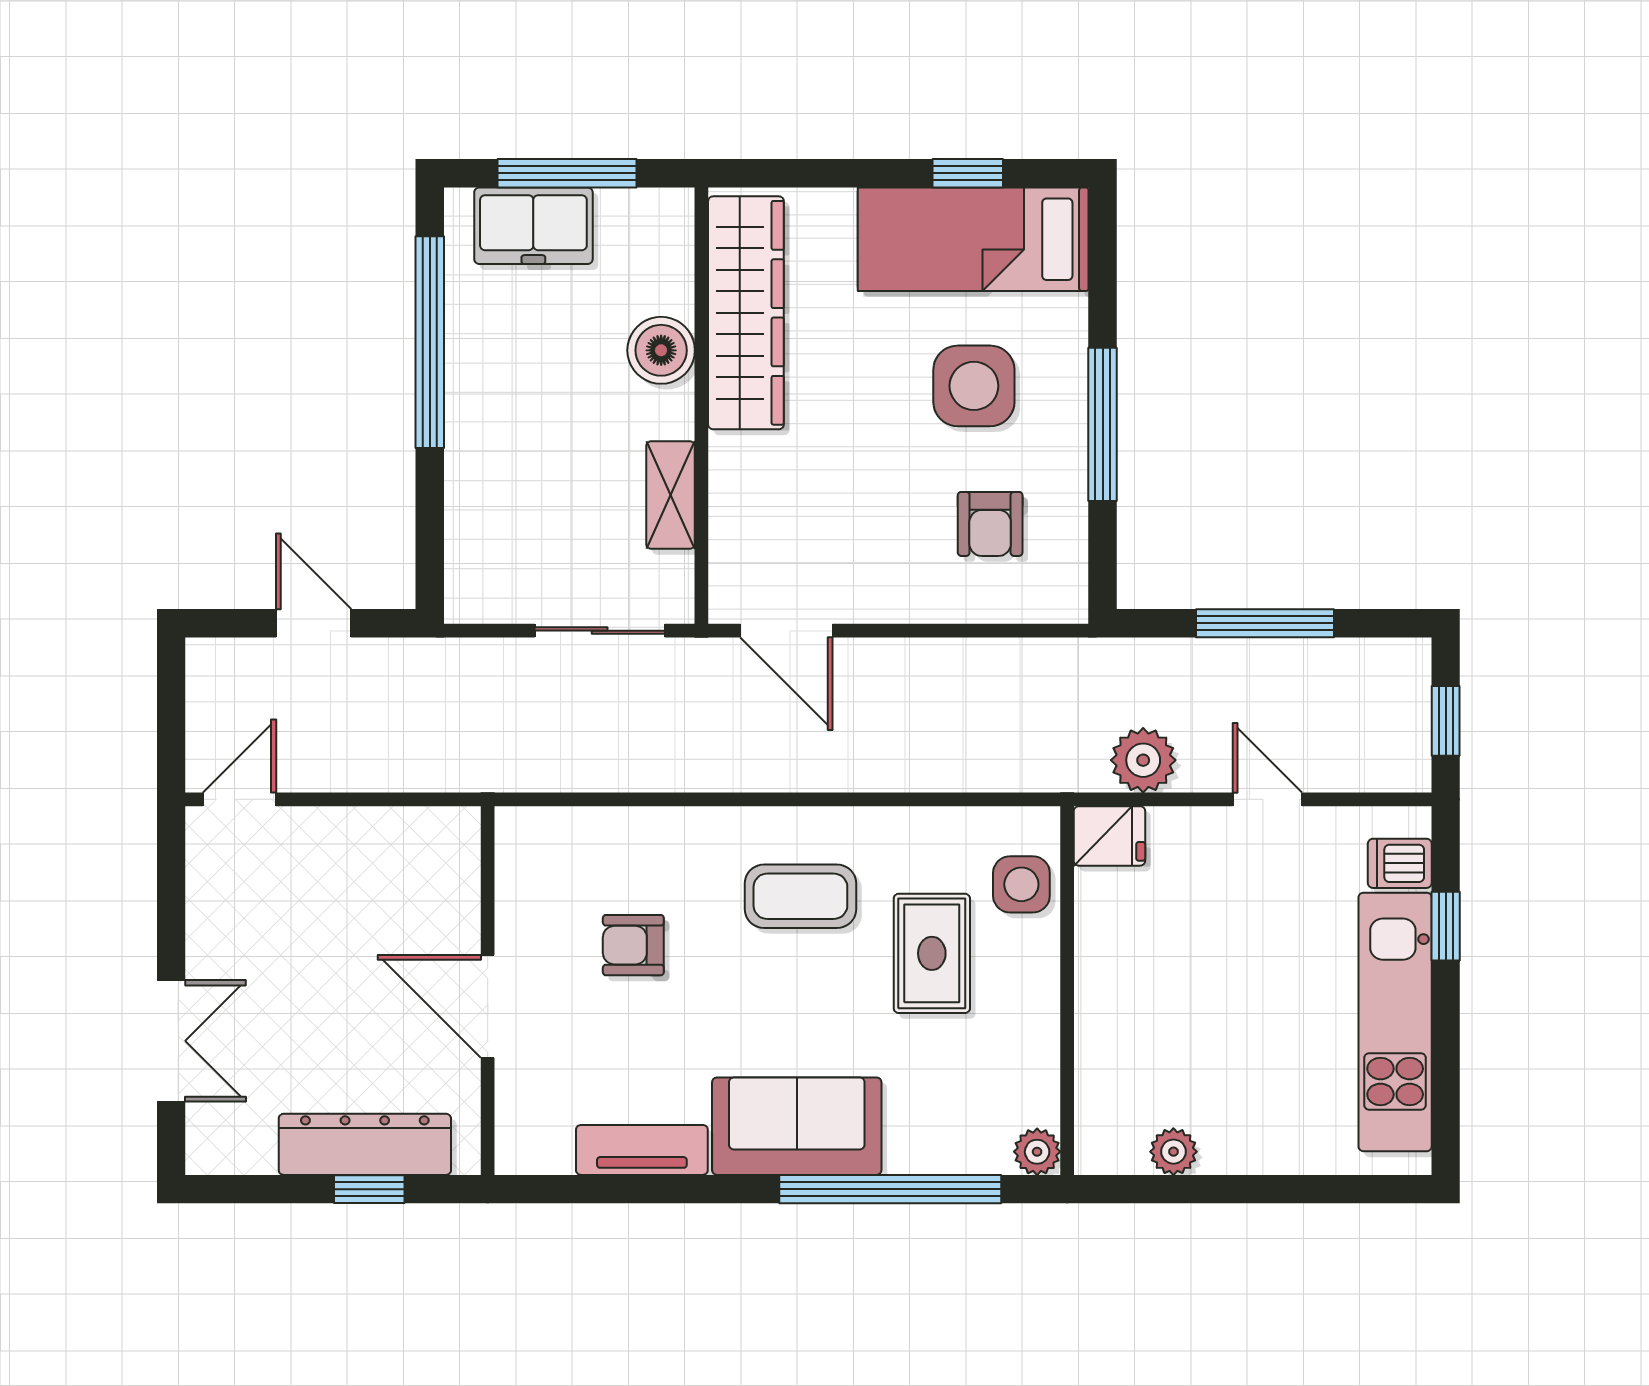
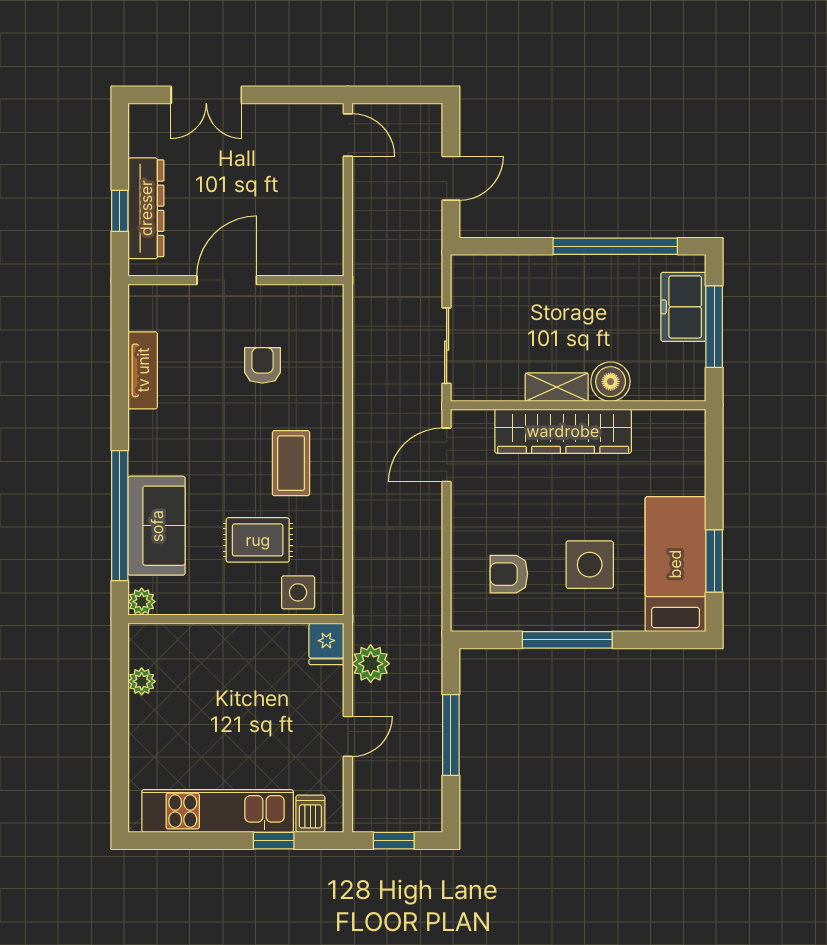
window: (968, 173) -> (714, 561), width x1.50
wardrobe: (746, 313) -> (563, 431), moved
shelving: (670, 495) -> (557, 387), moved
sofa: (797, 1126) -> (157, 526), moved

